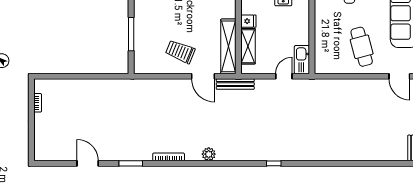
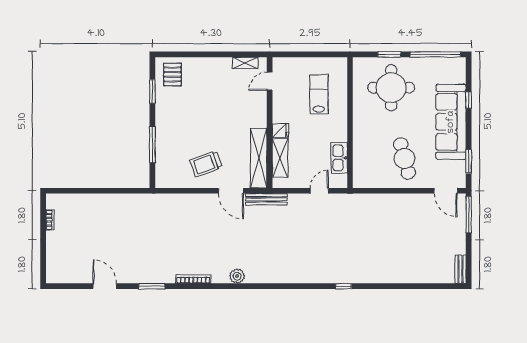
trolley: (180, 52) -> (206, 164), turned -42
kitchen sink: (302, 60) -> (339, 158), moved
window: (274, 163) -> (344, 286), moved

